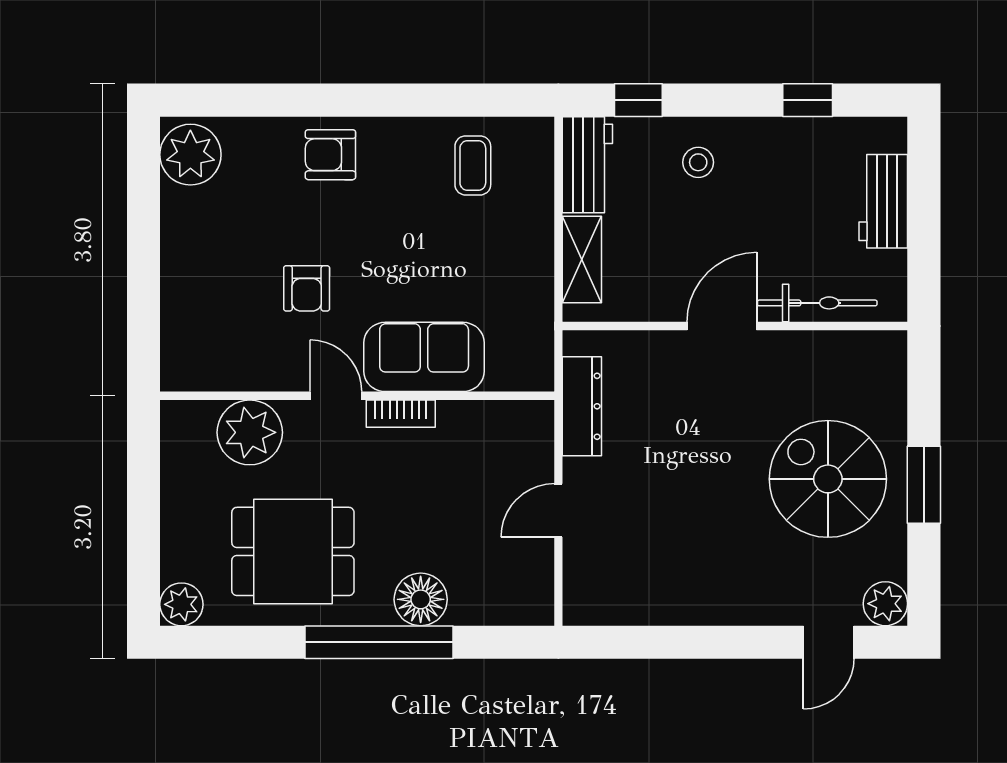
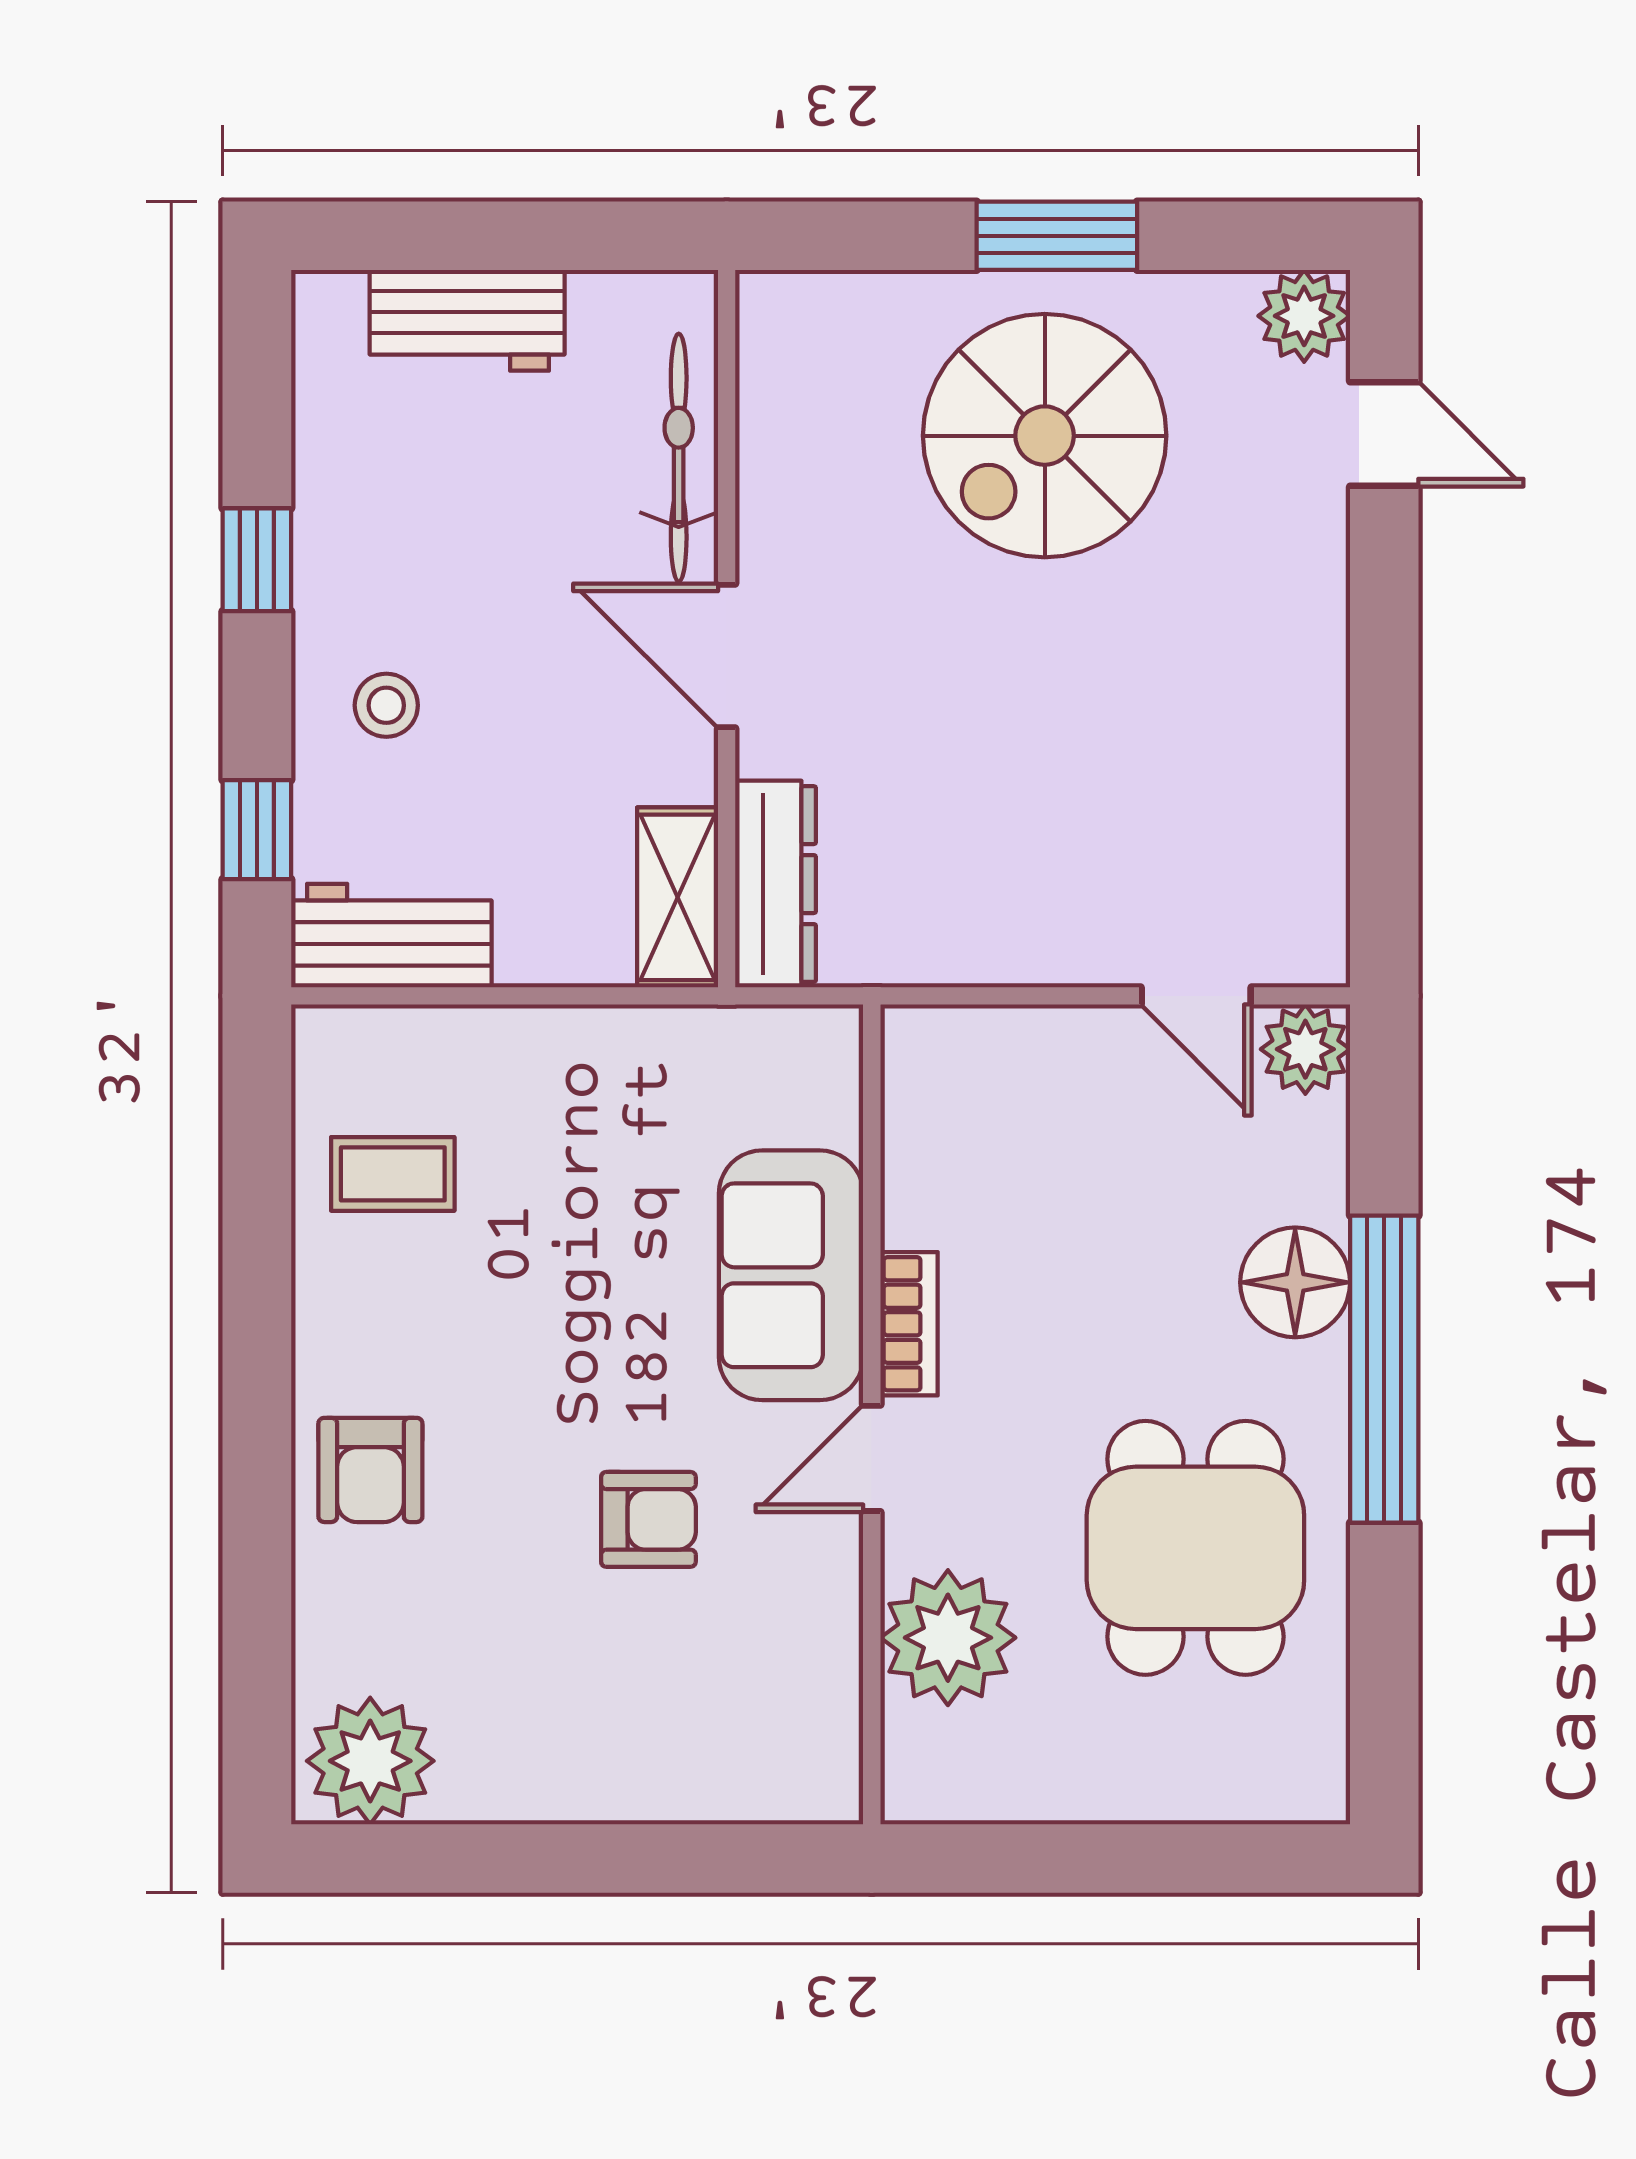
window: (808, 100) -> (257, 560), moved
shelving: (582, 260) -> (678, 897), moved, turned 90
dresser: (582, 406) -> (776, 884), moved, turned 90
door: (558, 510) -> (1196, 996), moved
plant: (181, 604) -> (1305, 1049), moved

